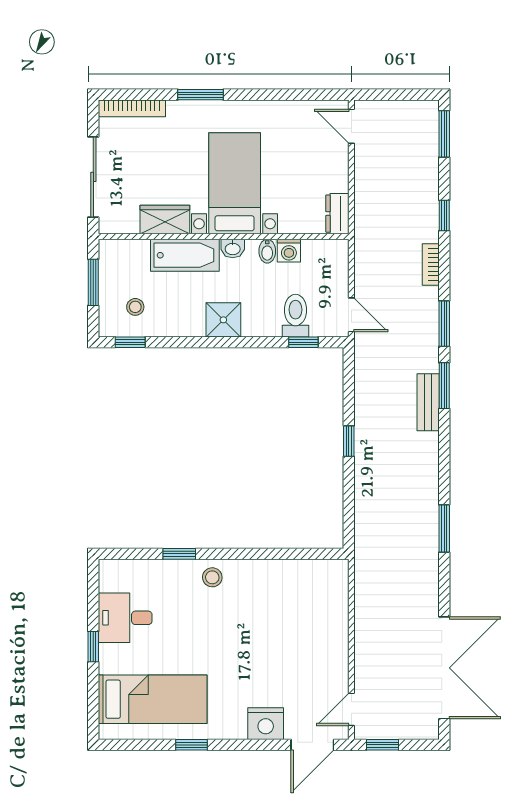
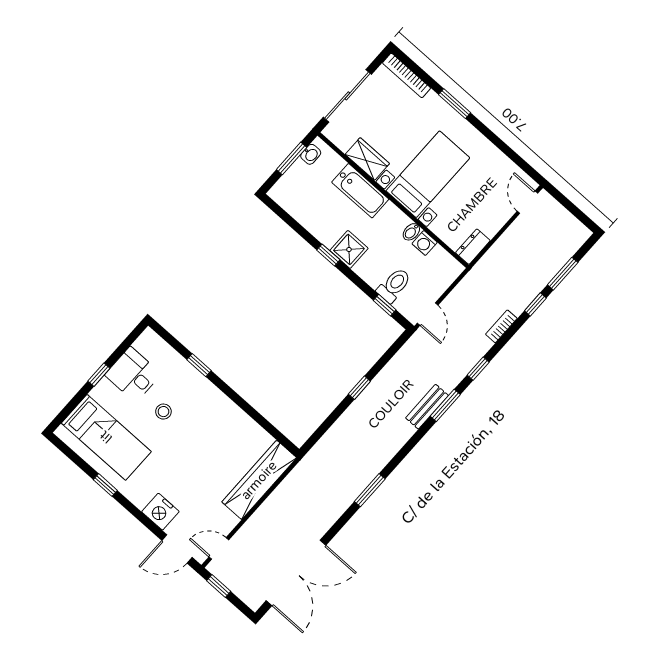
window: (444, 134) -> (563, 274), moved
washbasin: (233, 248) -> (311, 154), moved, turned -90
stool: (135, 307) -> (303, 195), removed
window: (444, 324) -> (478, 369), width x0.67
window: (130, 342) -> (328, 255), moved
stool: (212, 577) -> (163, 412), moved
wardrobe: (332, 611) -> (259, 480), added

